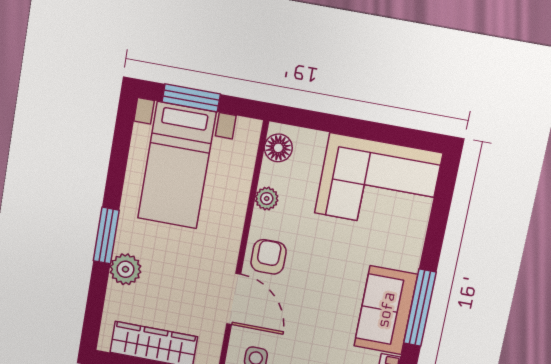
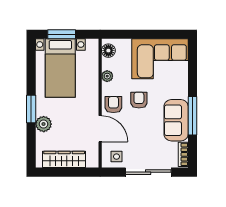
armchair: (320, 257) -> (139, 100), added

